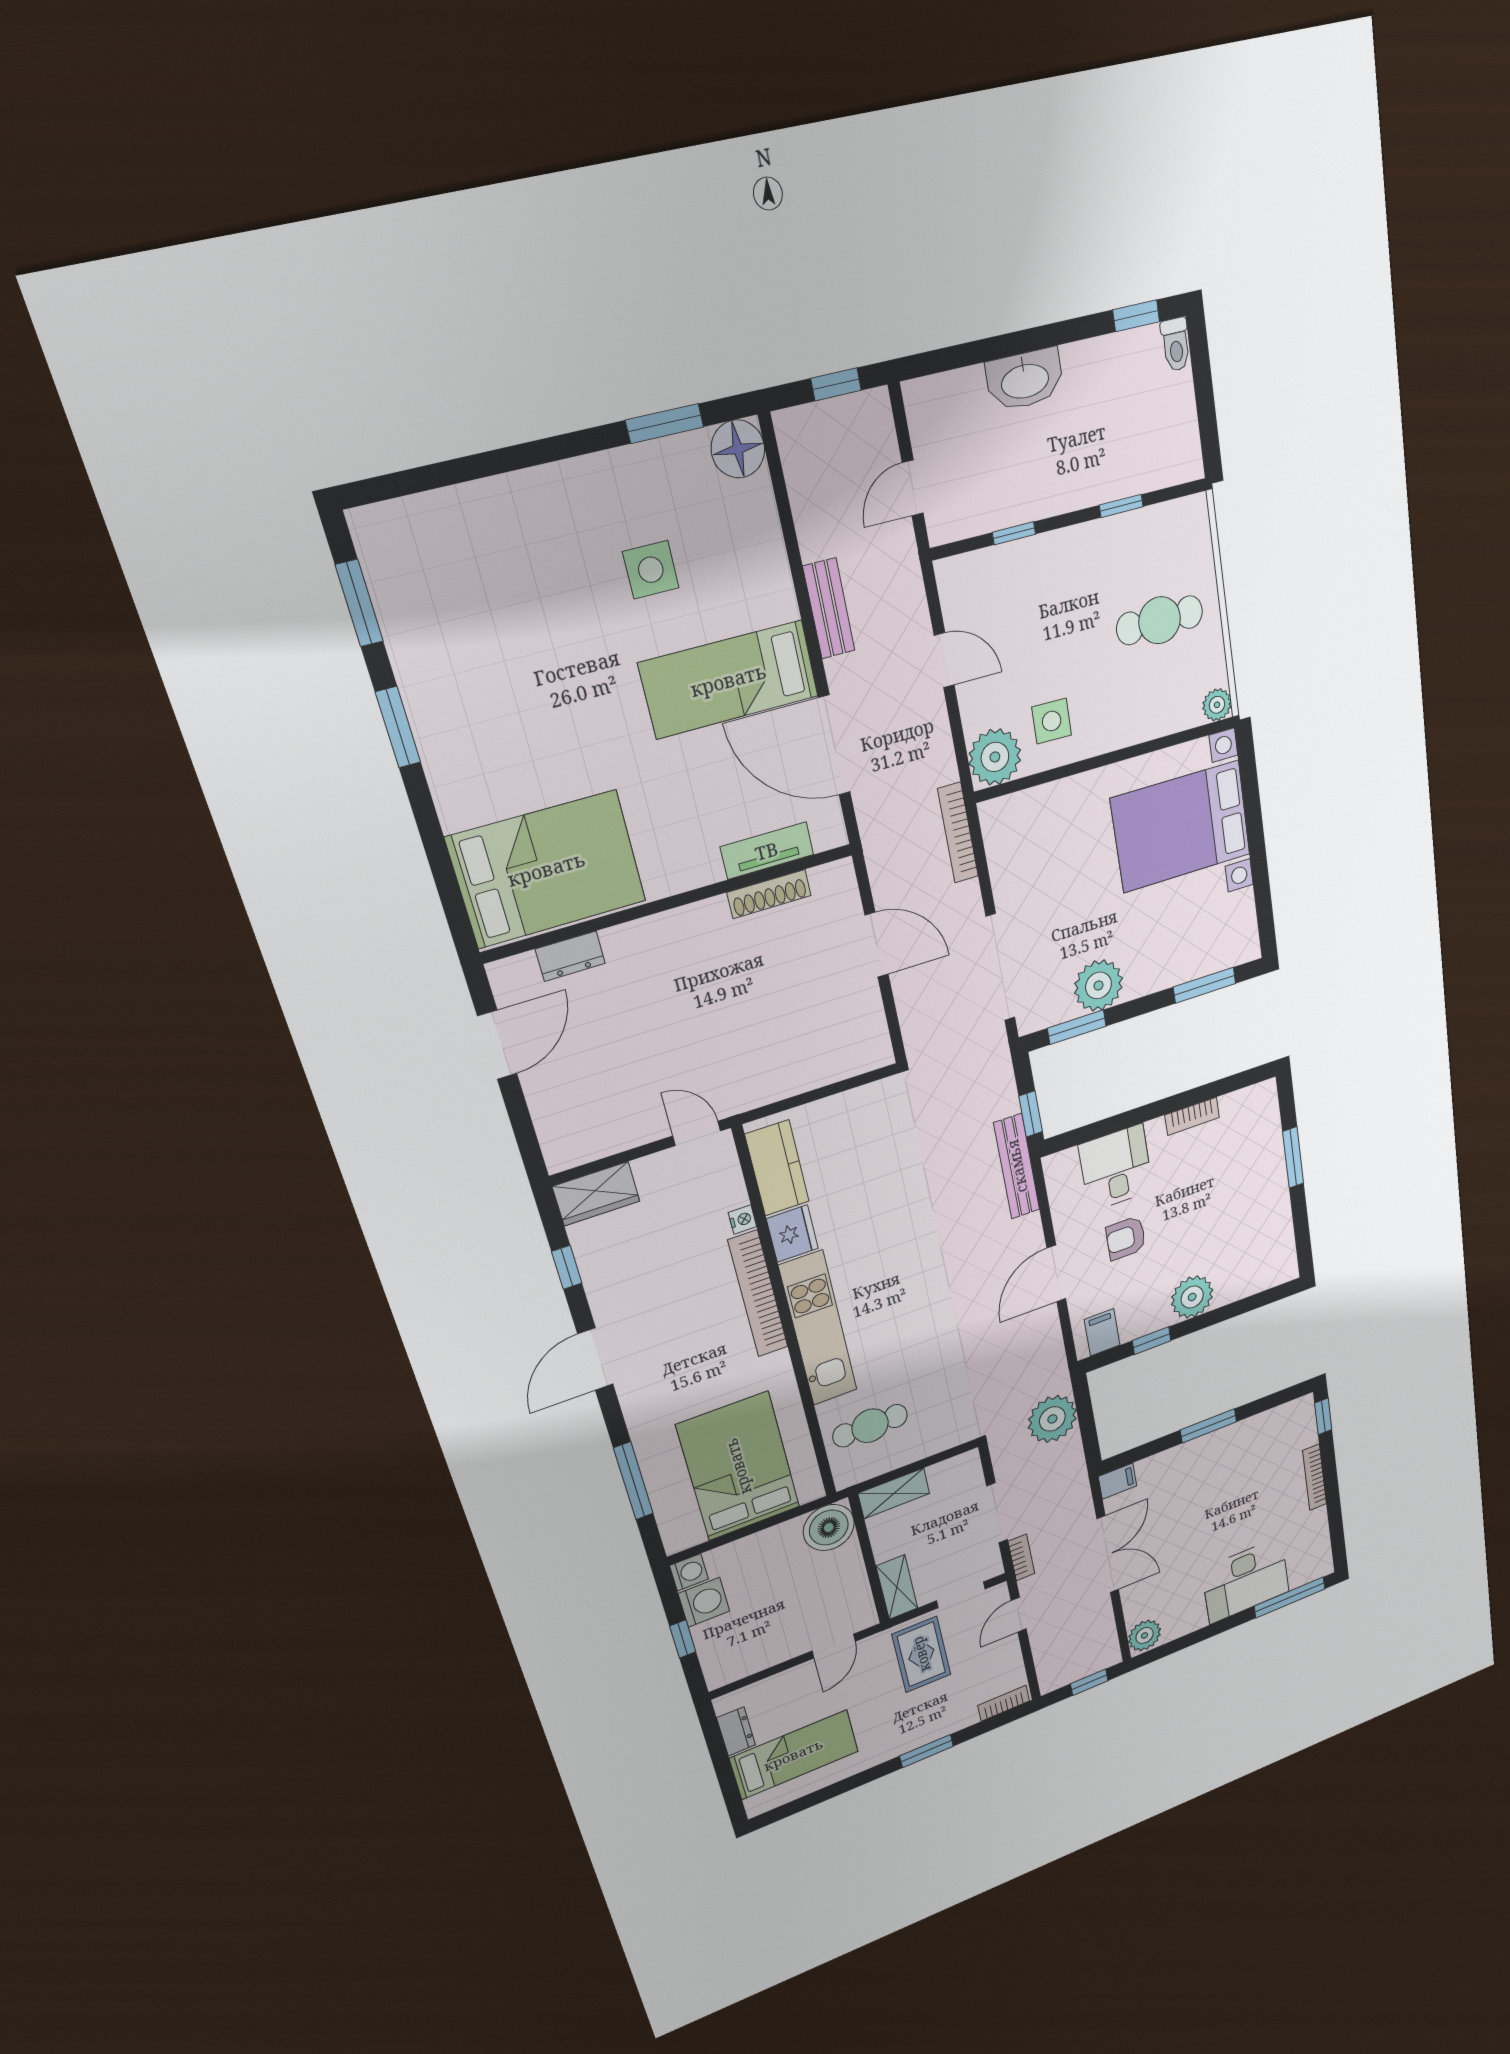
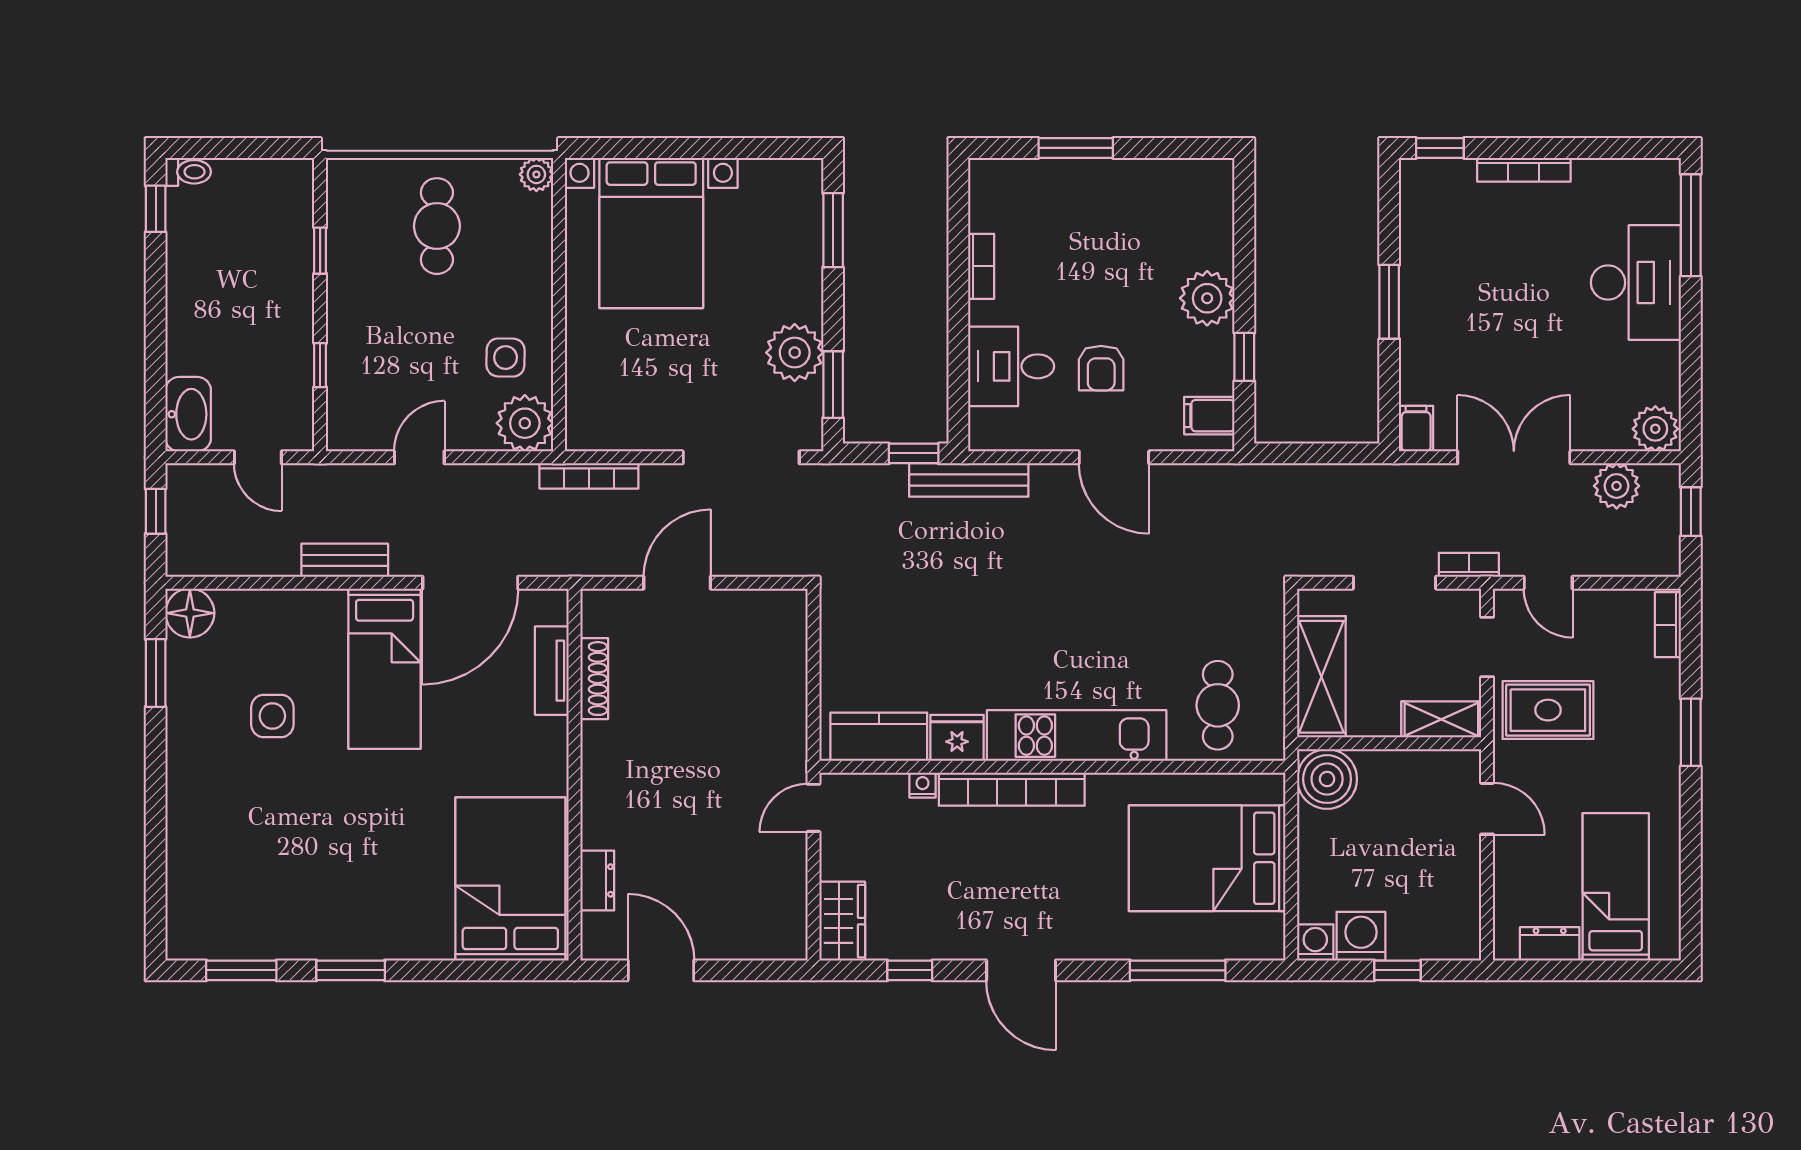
washbasin: (1025, 380) -> (188, 414), moved
plant: (1052, 1419) -> (1617, 486), moved, width x0.73, depth x0.73
shelving: (894, 1493) -> (1321, 677), width x1.50, depth x1.33

